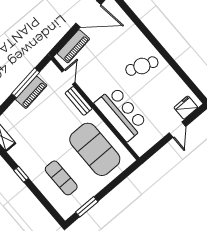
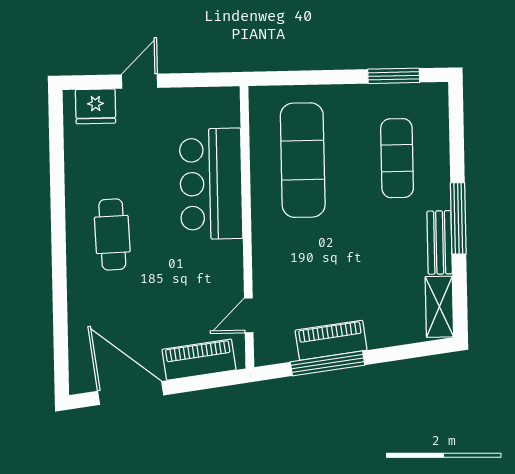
cafe table: (142, 66) -> (112, 235), turned 67
bench: (79, 101) -> (440, 242), moved
exercise mat: (95, 149) -> (303, 160), width x0.68
window: (21, 174) -> (458, 218), width x2.17

